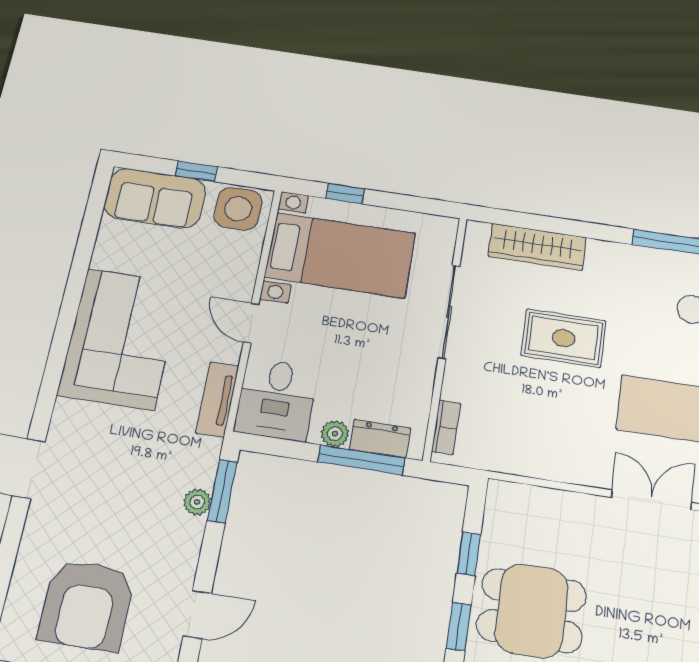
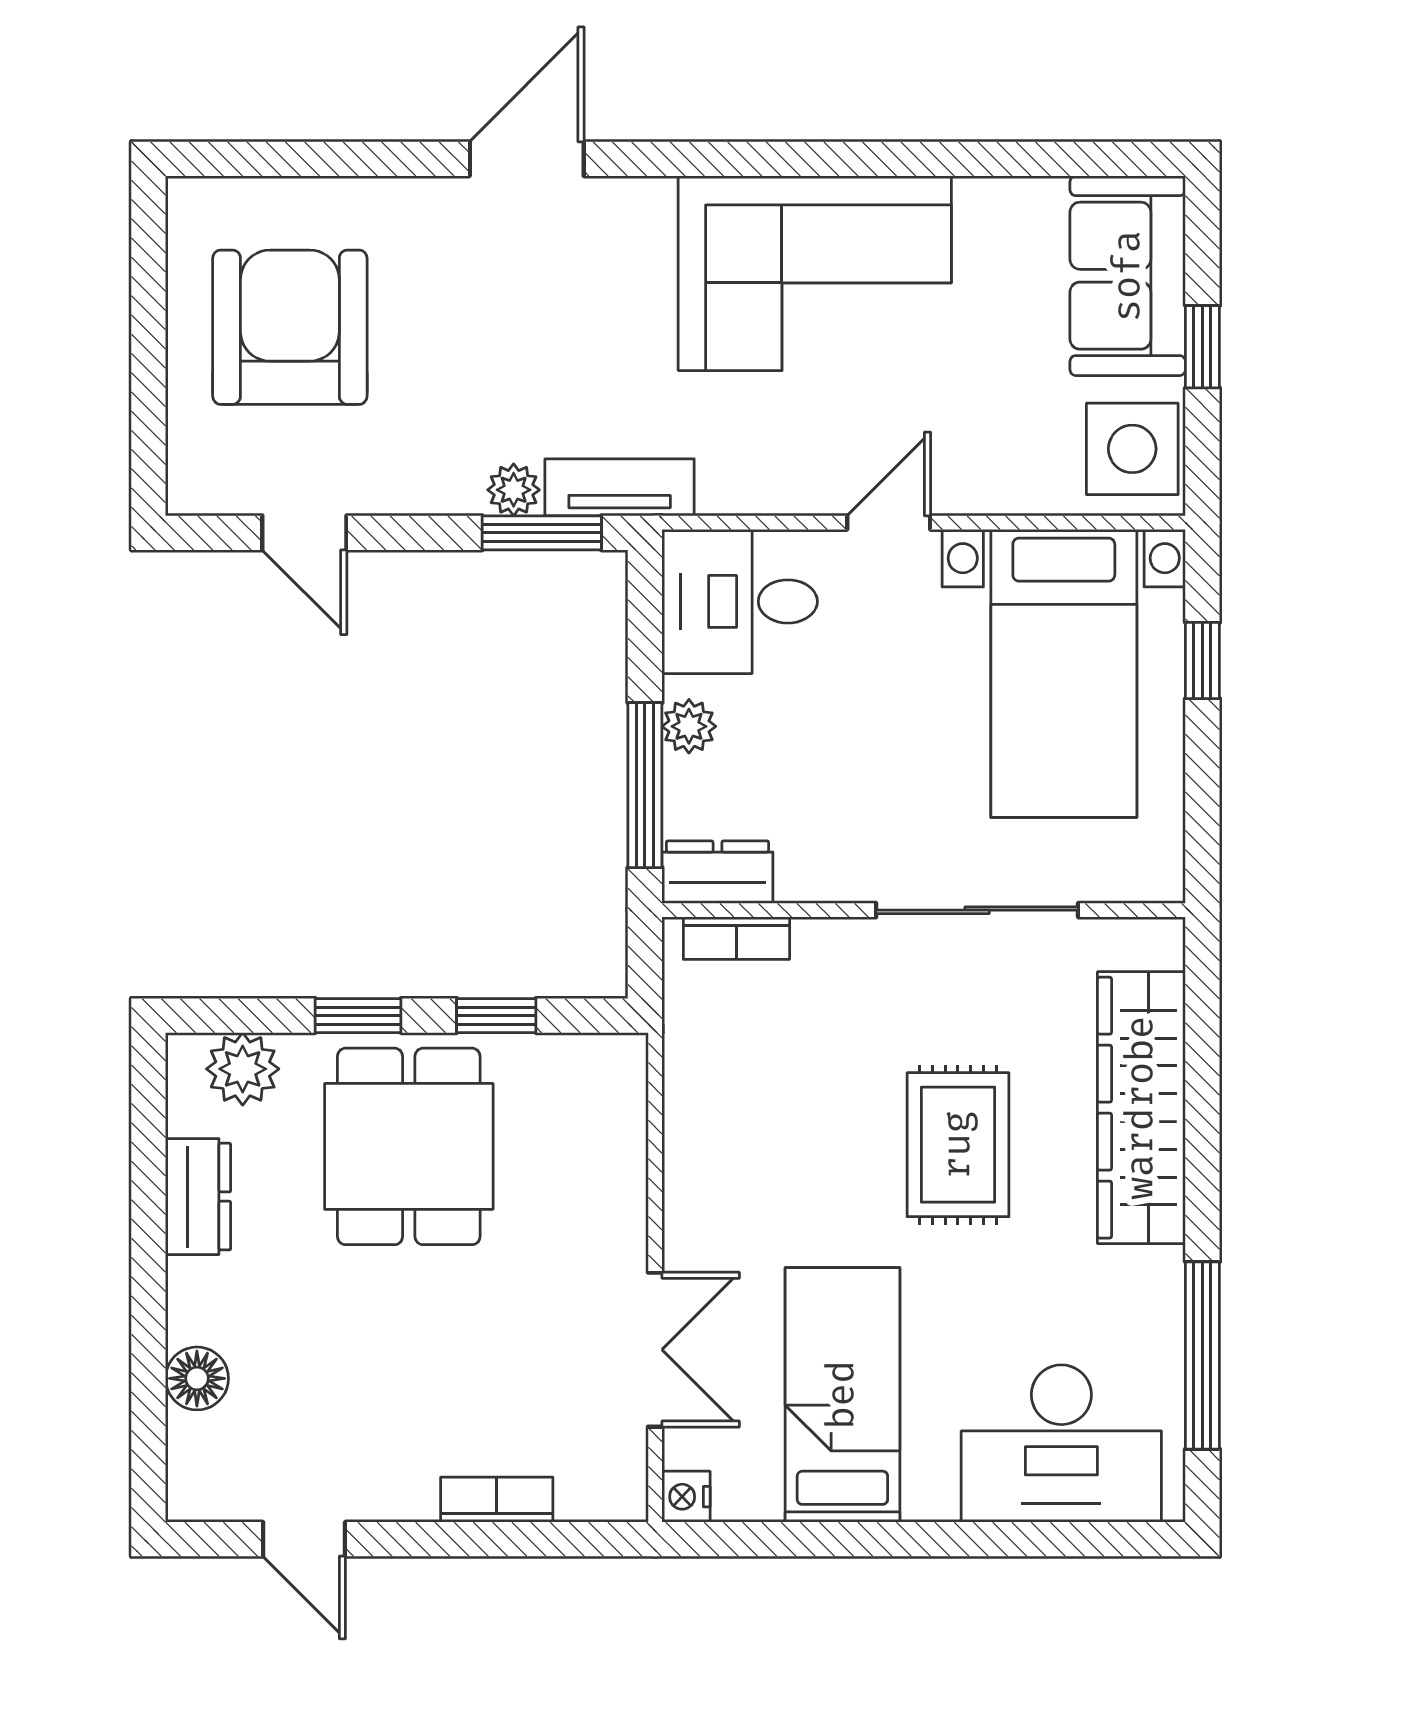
wardrobe: (537, 247) -> (1141, 1108), width x1.40, depth x1.17
tv unit: (217, 399) -> (620, 487), moved
dresser: (380, 439) -> (717, 872), moved, turned -90
armchair: (87, 605) -> (290, 327), turned 90

